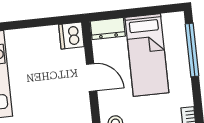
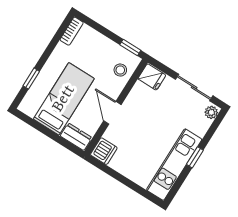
window: (192, 50) -> (31, 79), width x0.46

